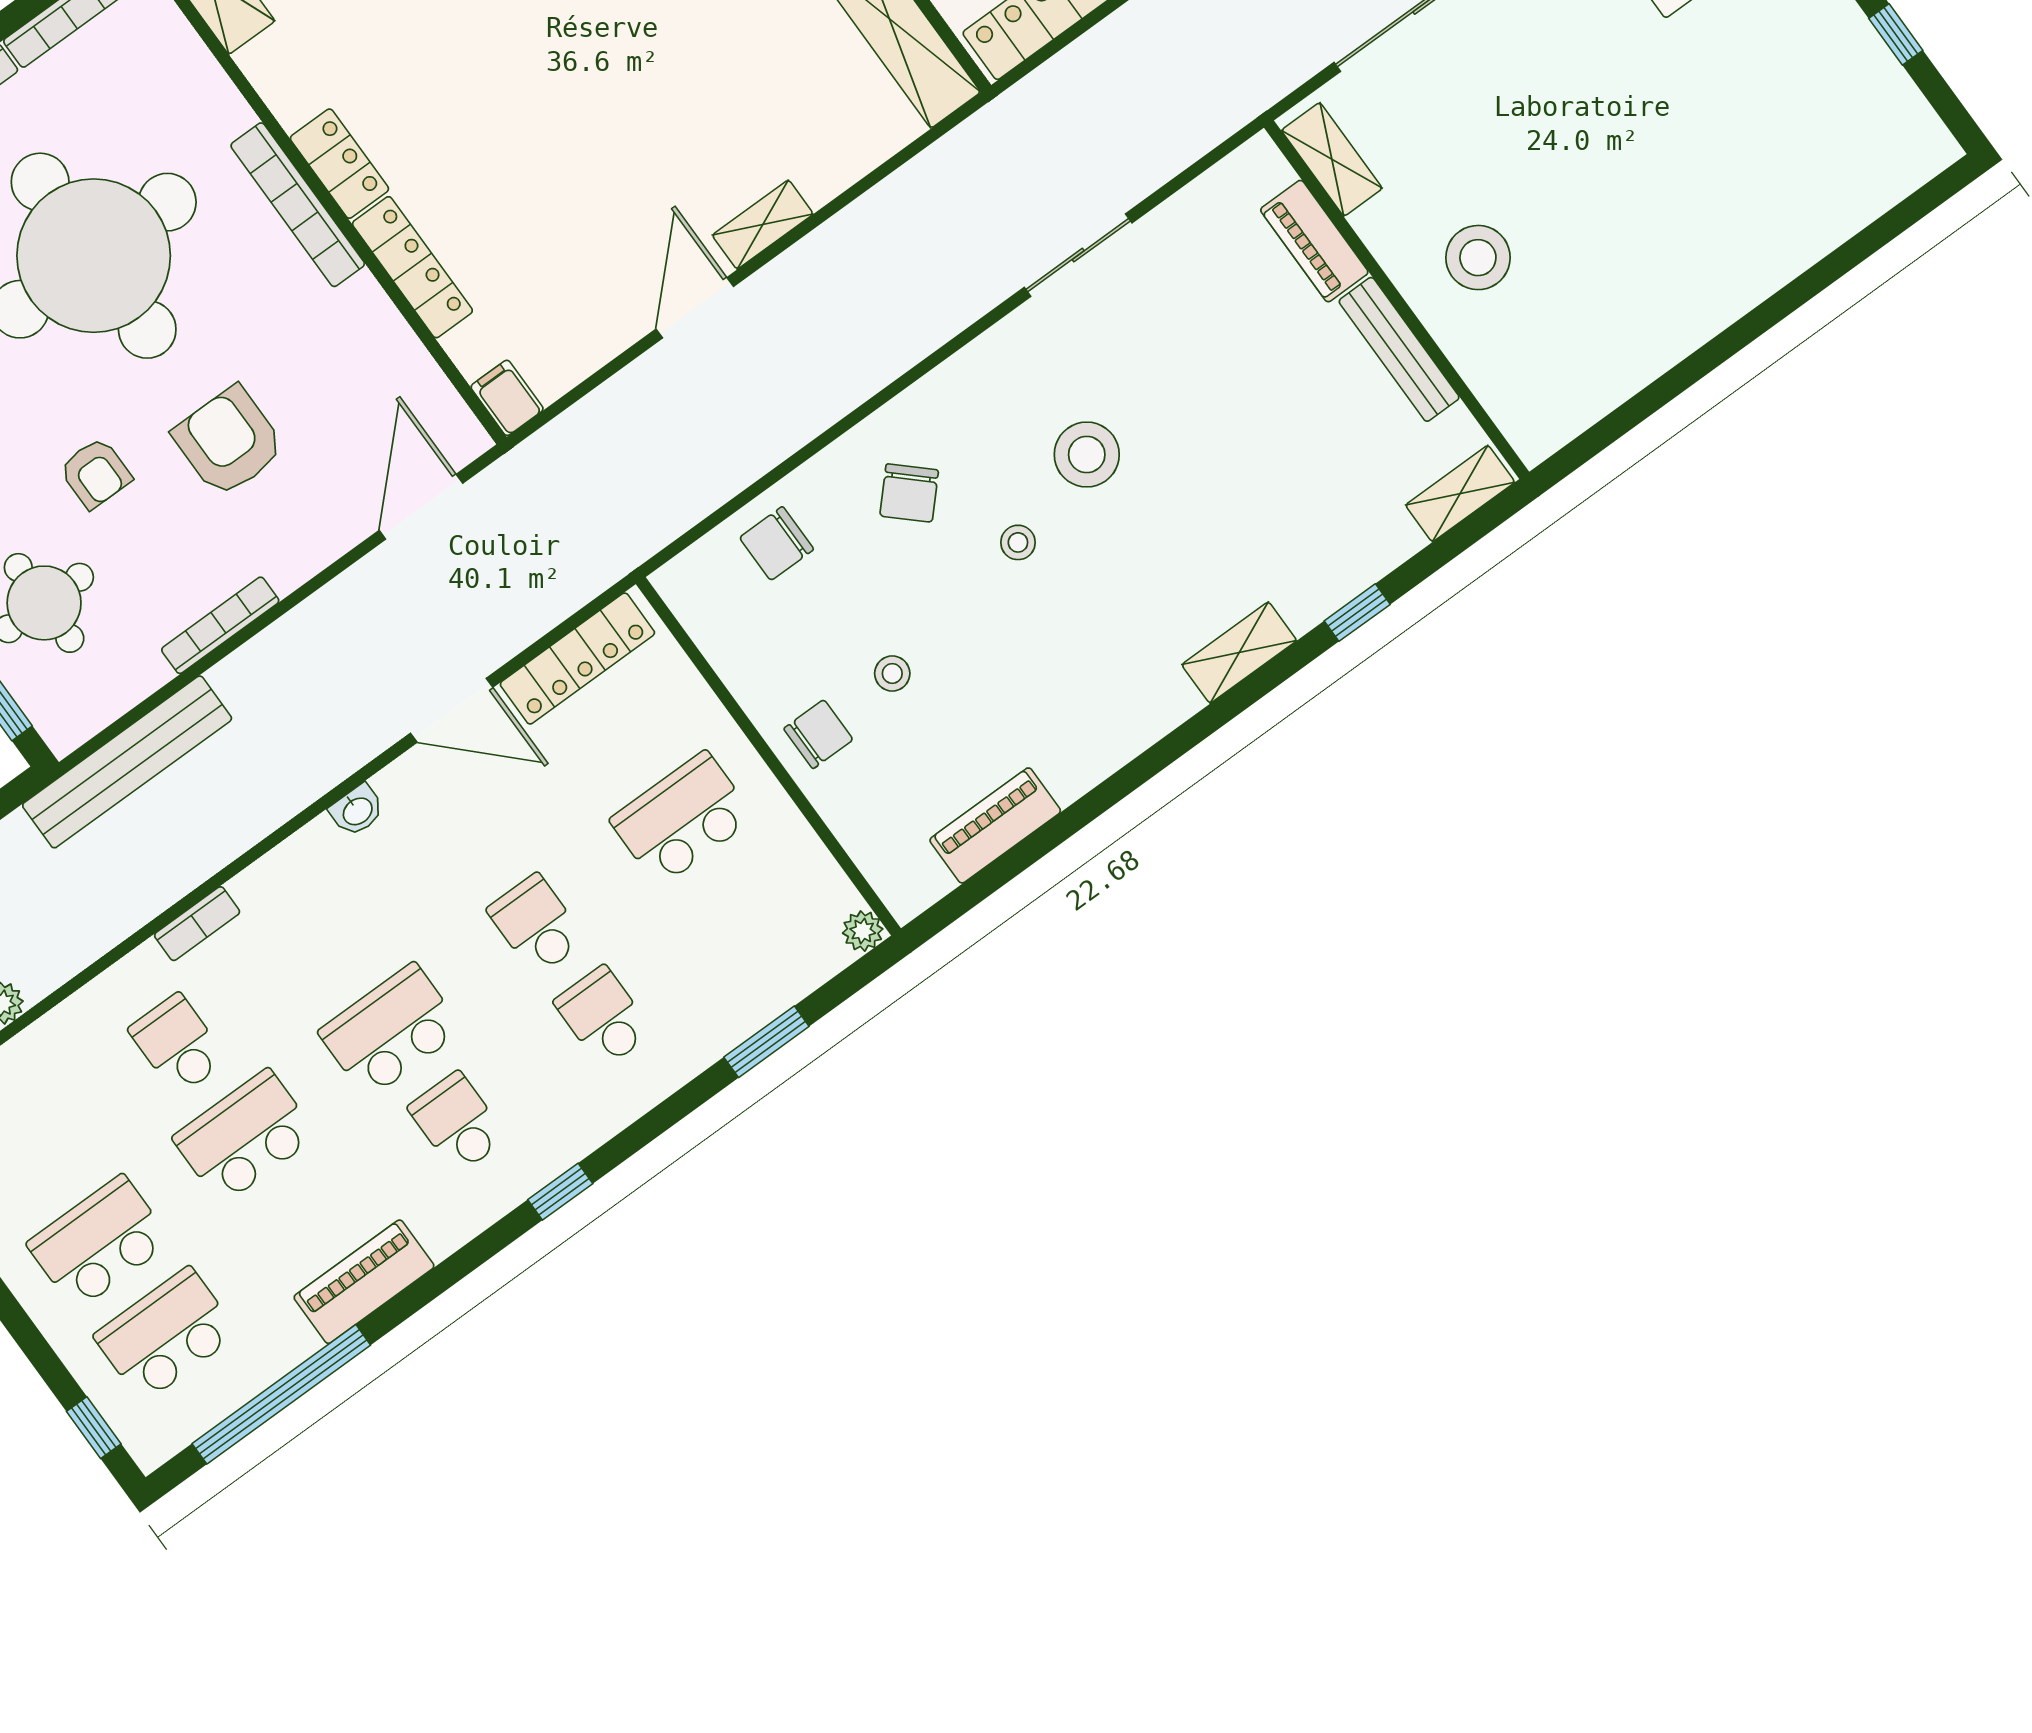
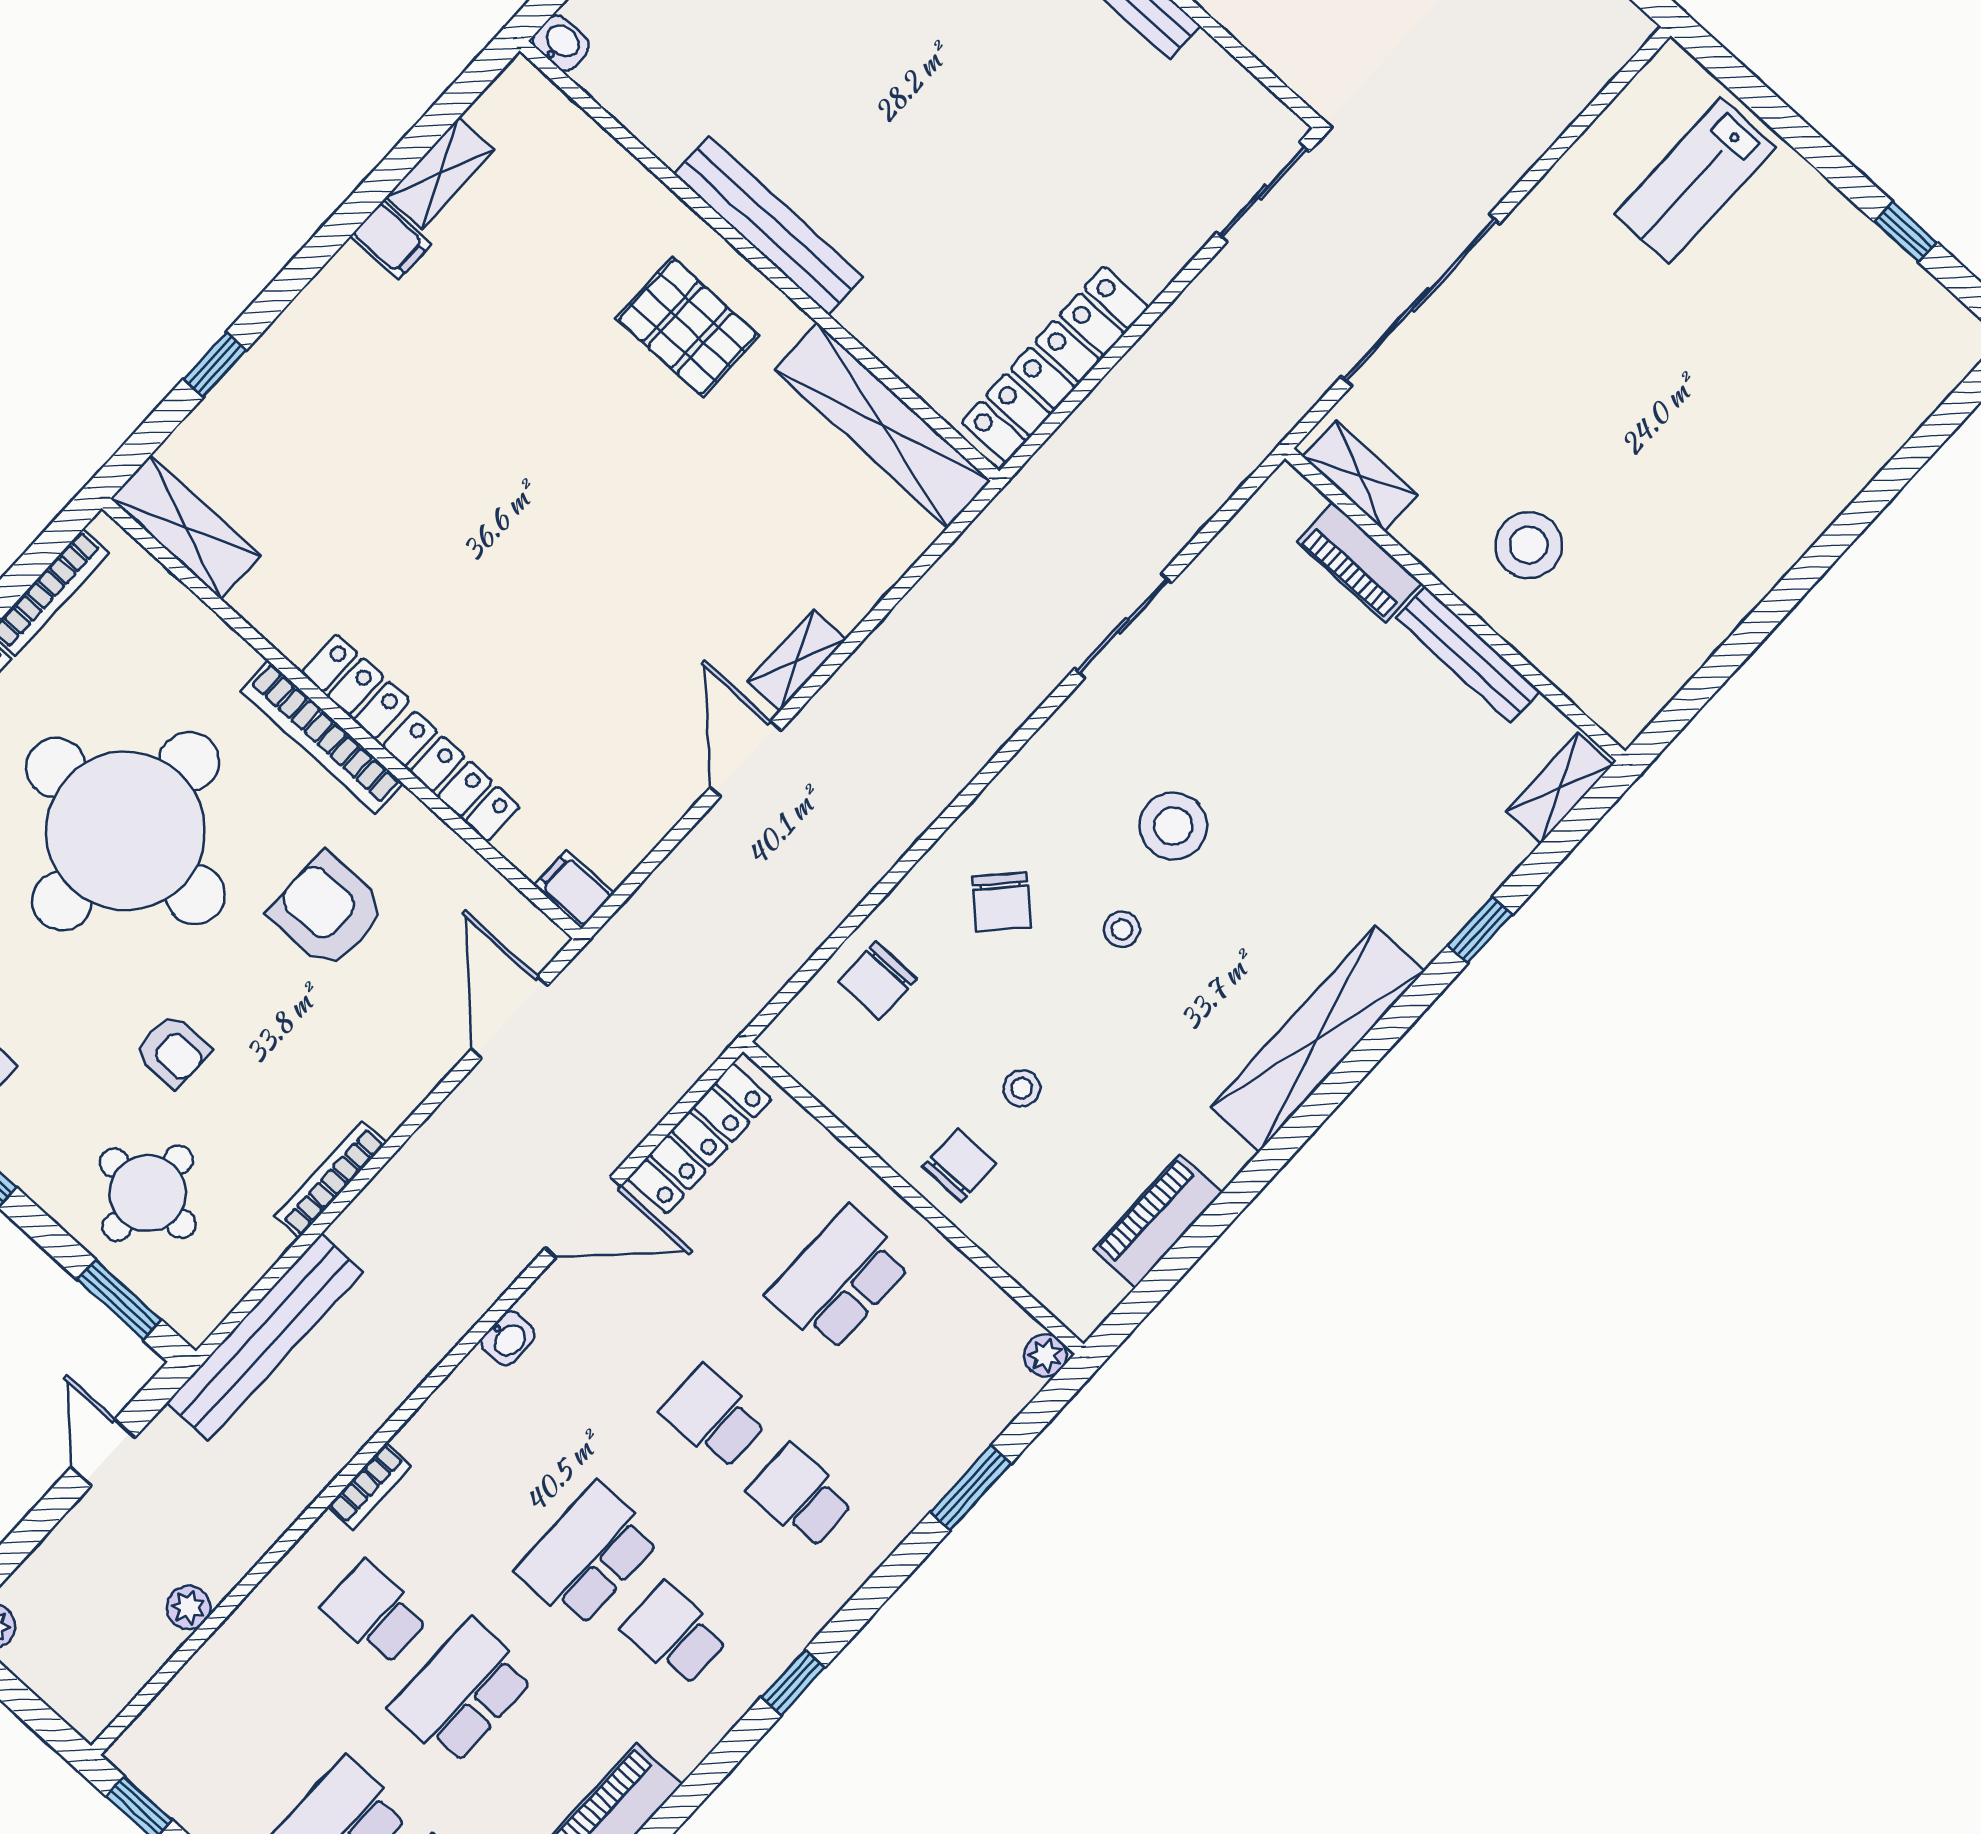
armchair: (229, 442) -> (328, 911), moved
shelving: (1239, 653) -> (1318, 1039), width x2.20, depth x1.33

